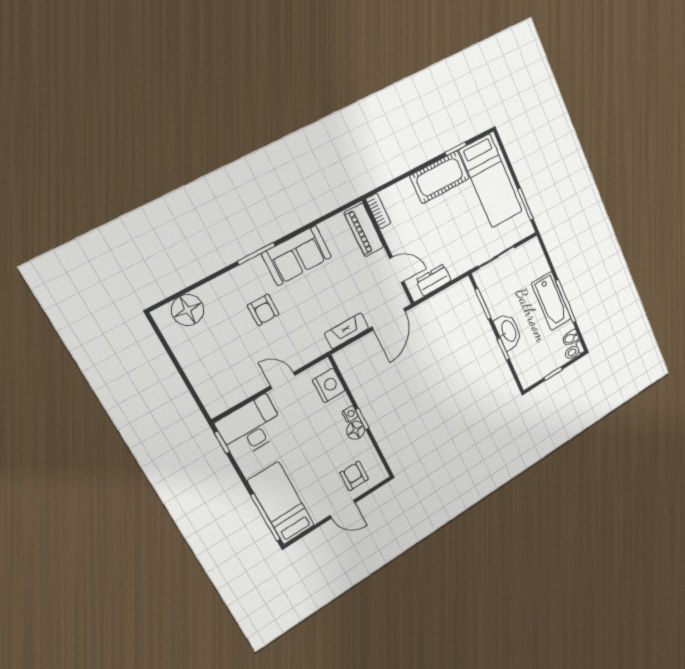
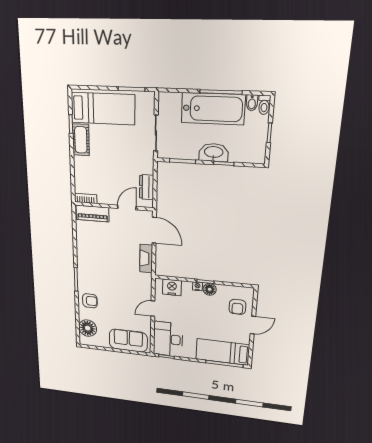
cot: (440, 177) -> (81, 140), width x0.73, depth x0.75
sofa: (297, 255) -> (128, 341), moved, turned -90
bathtub: (551, 301) -> (213, 109), width x1.36, depth x1.36
armchair: (263, 310) -> (90, 301), moved
armchair: (354, 476) -> (237, 307), turned -90

